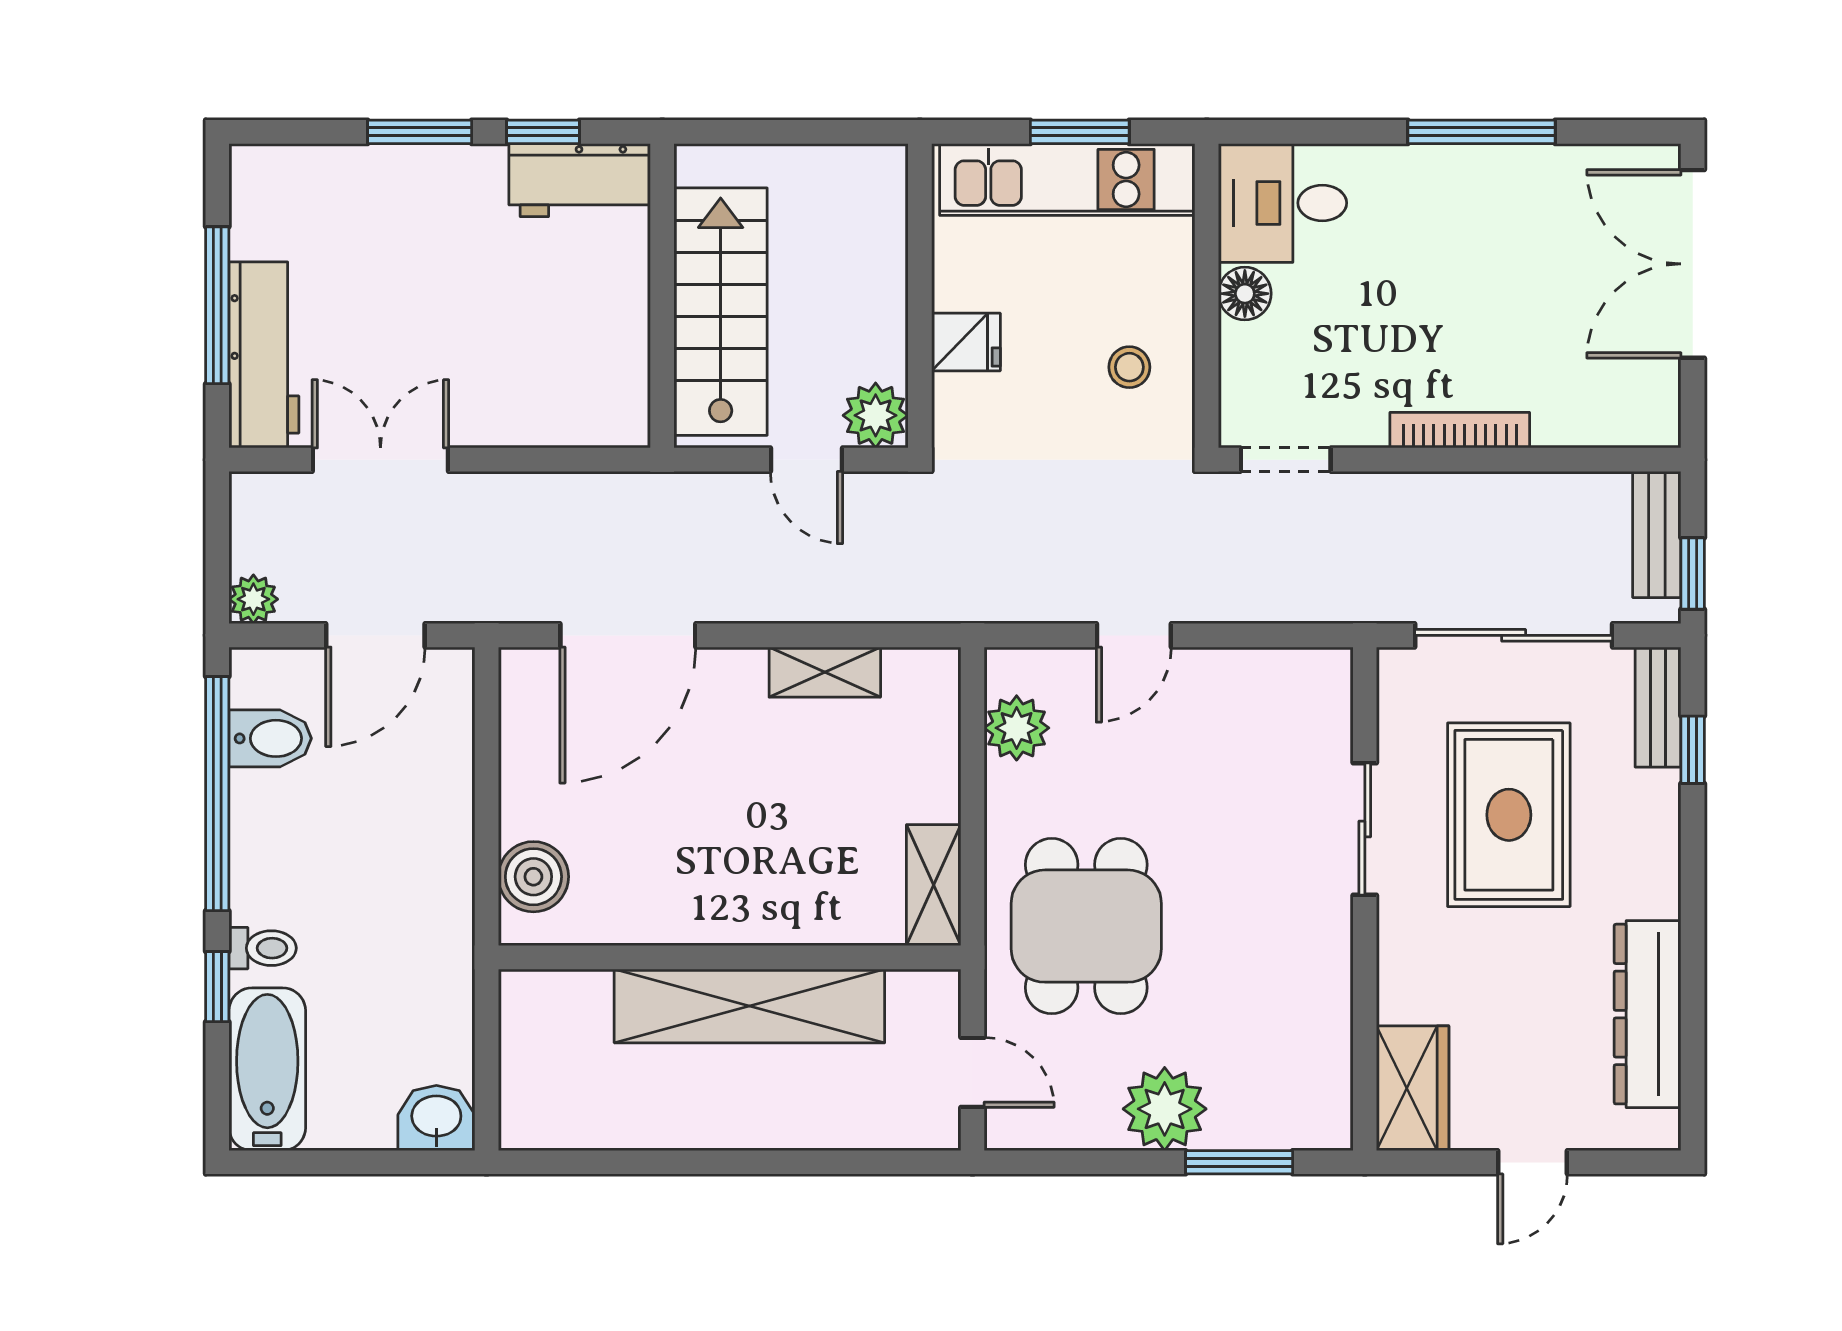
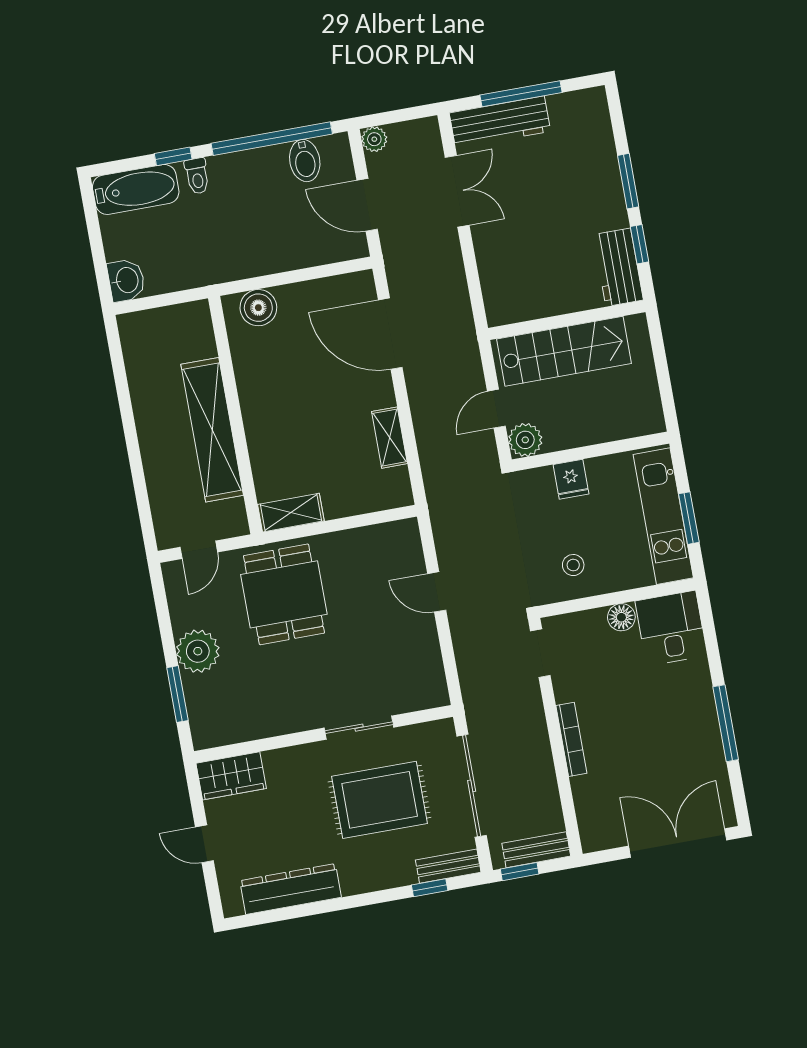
plant: (1017, 728) -> (379, 541), removed
dining table: (1086, 926) -> (284, 594), turned 90

